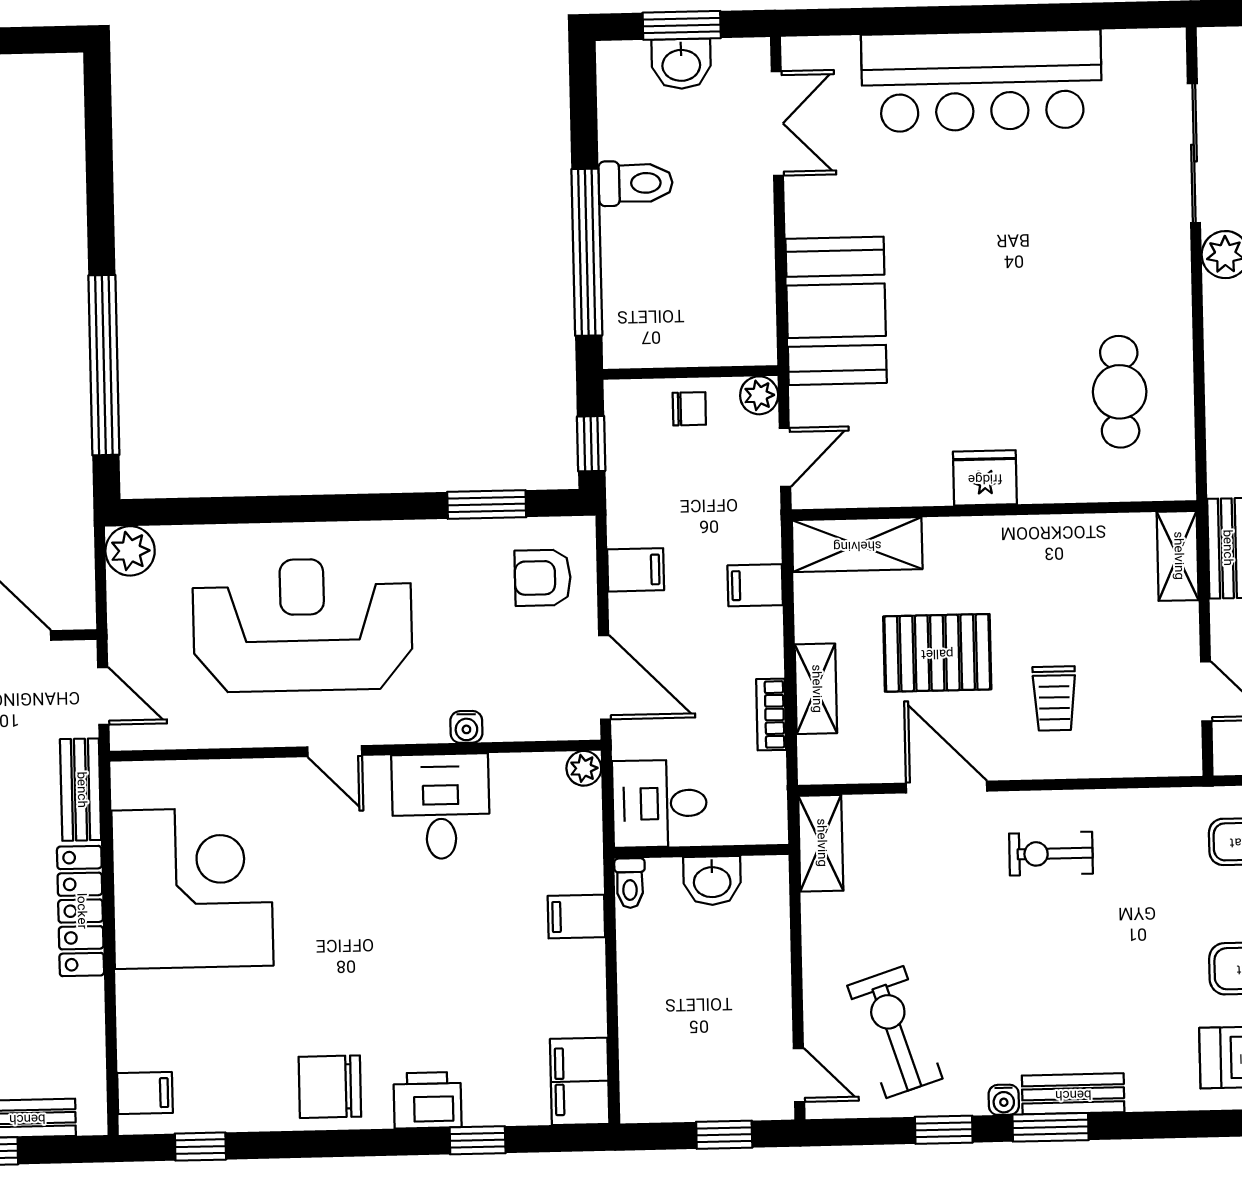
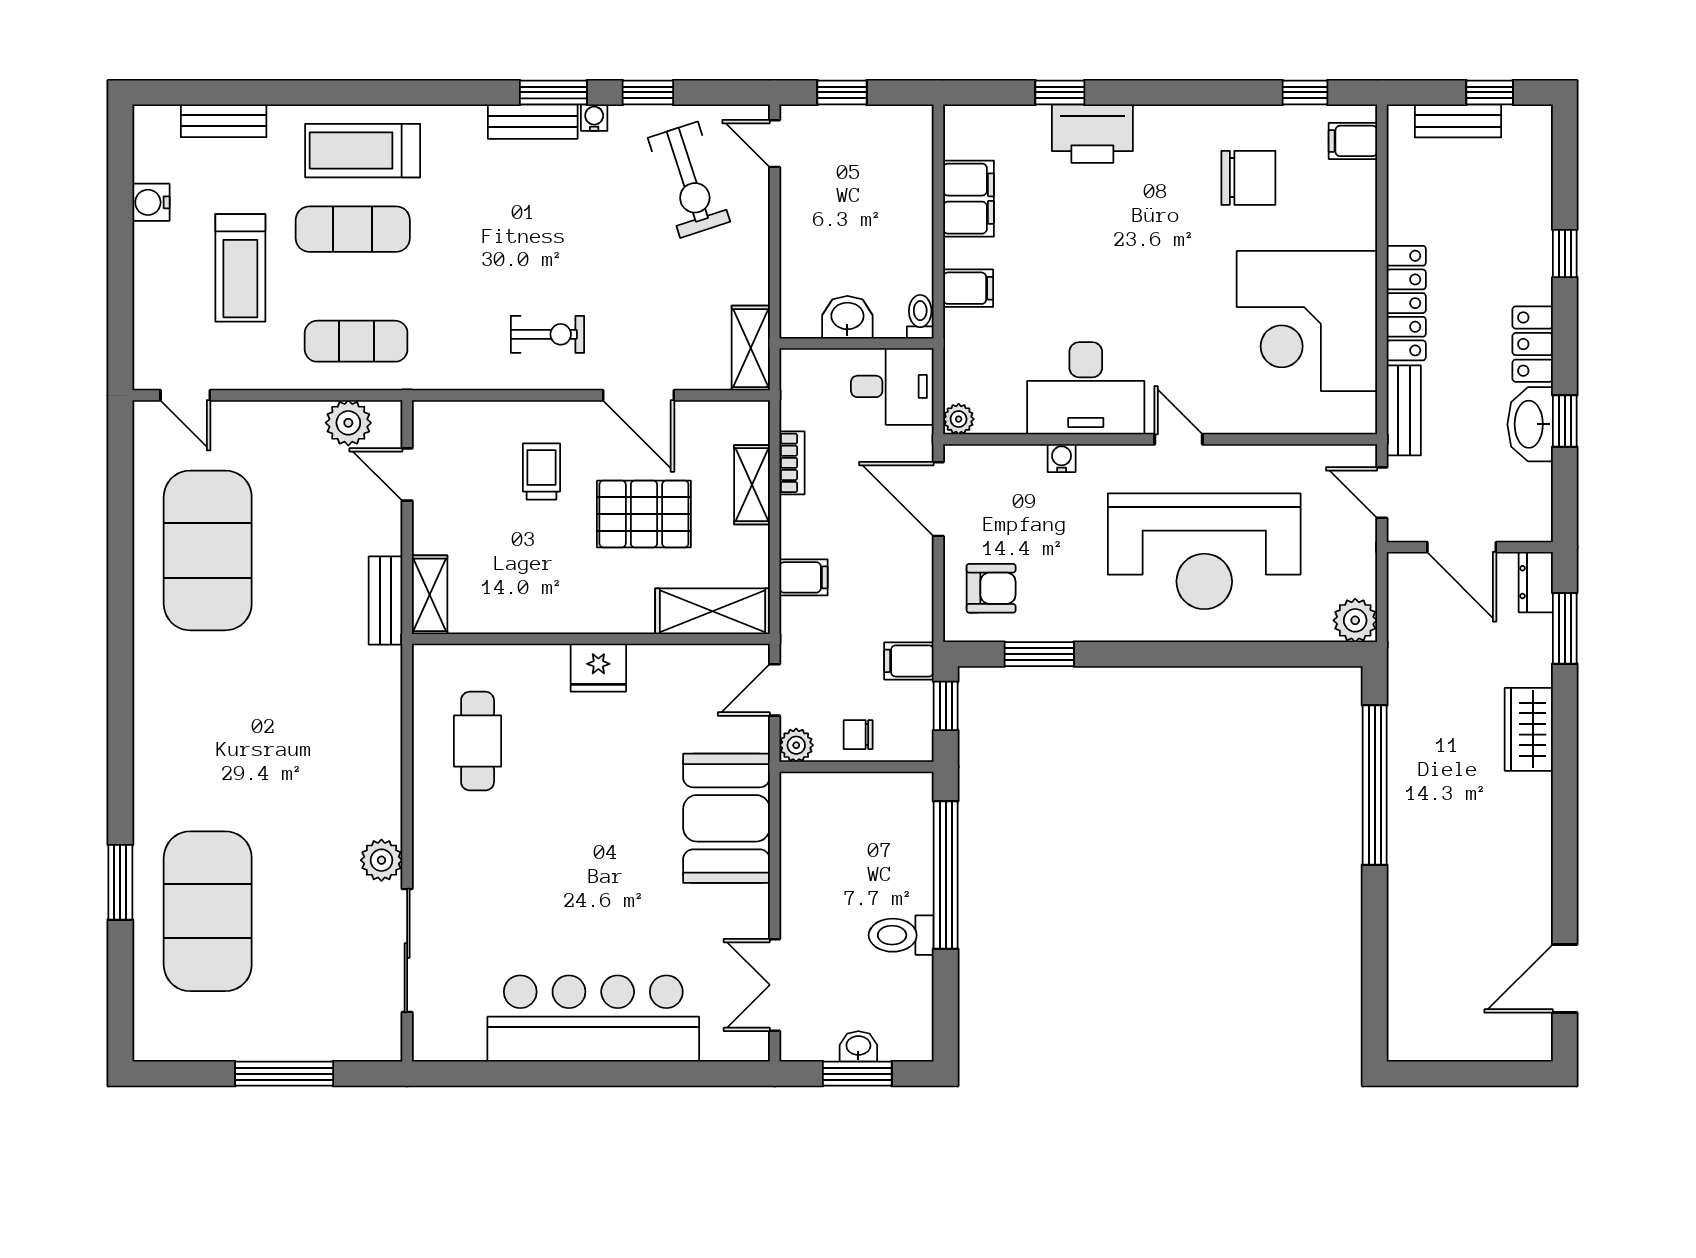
washbasin: (681, 64) -> (858, 1046), width x0.72, depth x0.69
filing cabinet: (636, 570) -> (909, 661), moved
desk: (441, 806) -> (1086, 388), width x1.37
filing cabinet: (580, 1081) -> (969, 199), moved
chair: (330, 1087) -> (1248, 178), moved
printer: (427, 1100) -> (1092, 134), width x1.37, depth x1.19

